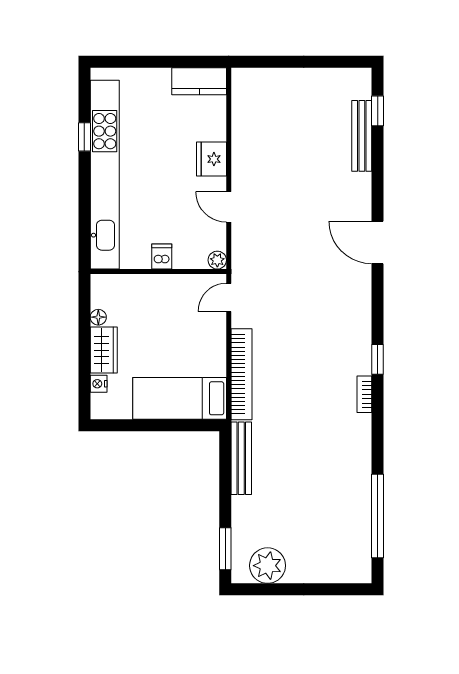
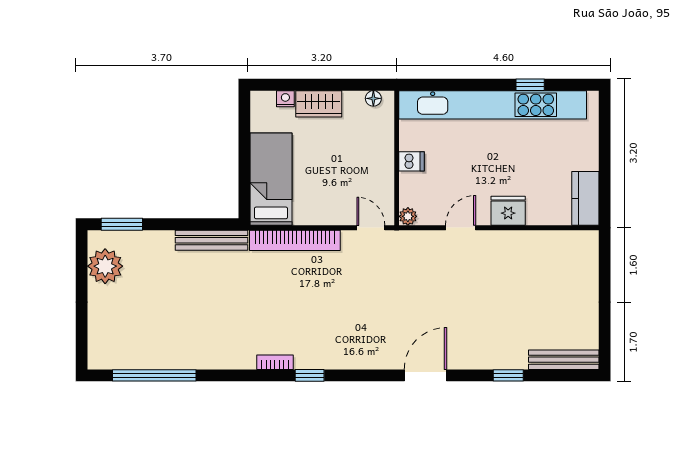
window: (378, 111) -> (508, 375), moved
bench: (362, 136) -> (564, 360), moved
floor lamp: (98, 317) -> (373, 98), moved

